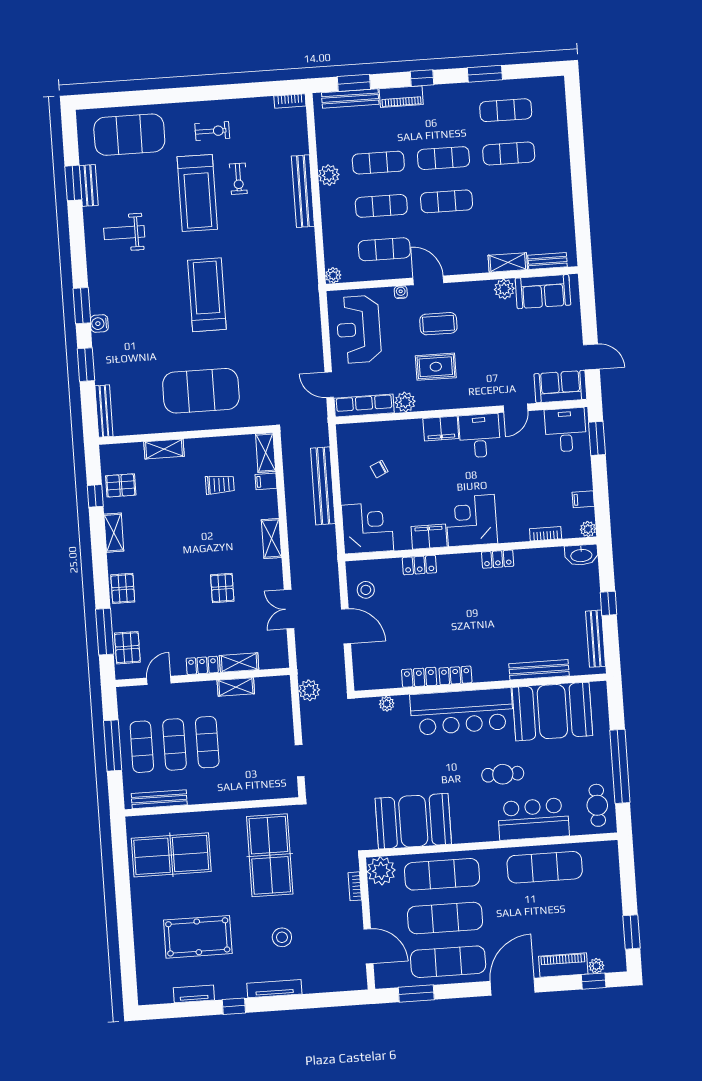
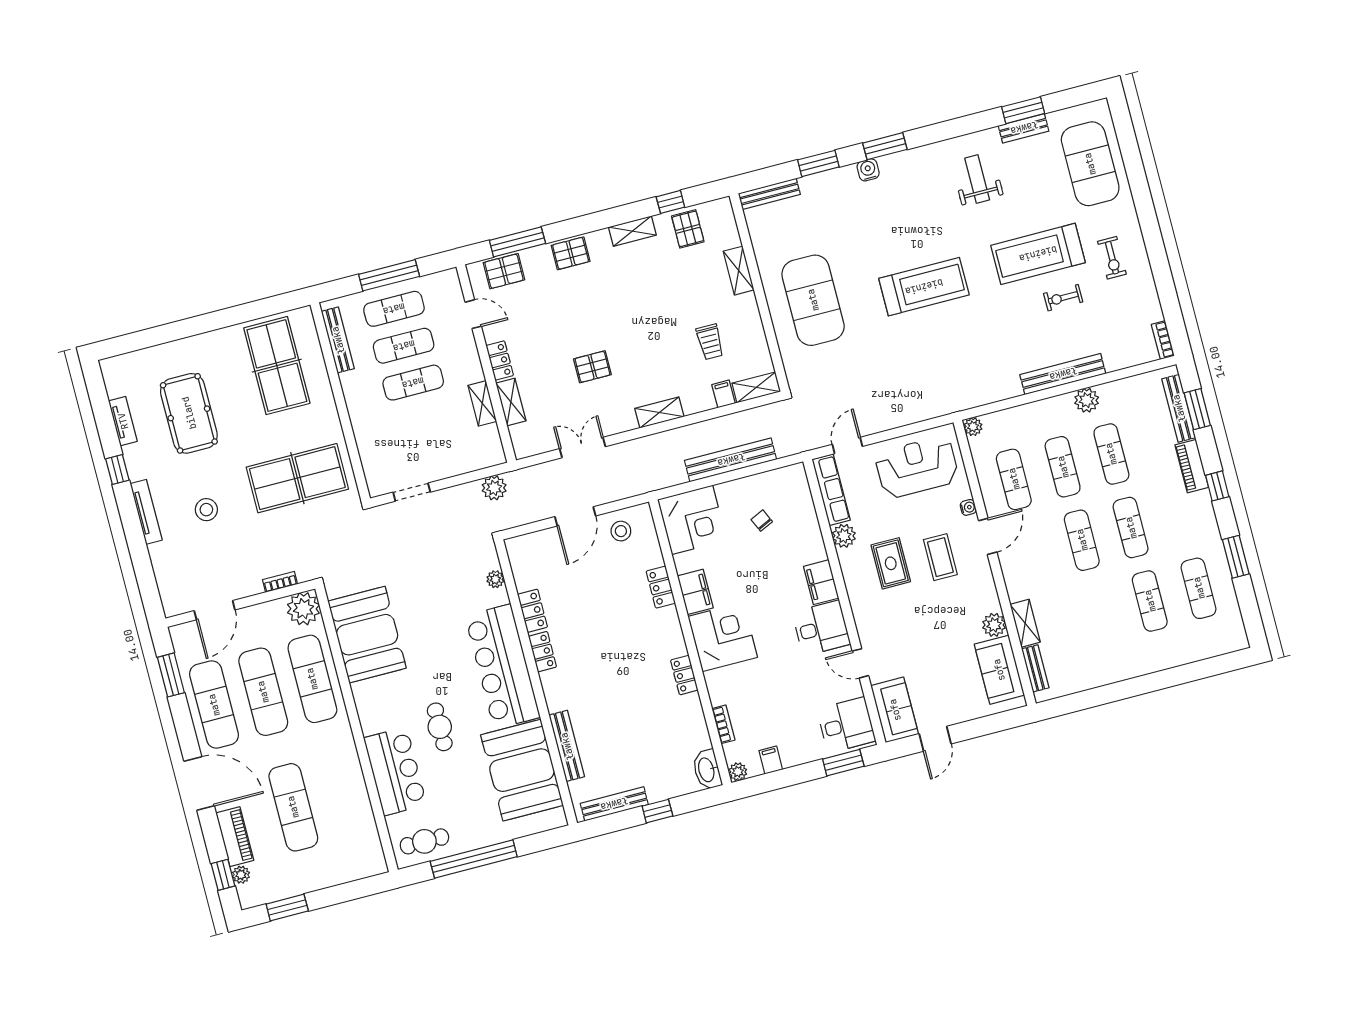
exercise mat: (545, 867) -> (293, 807), moved

